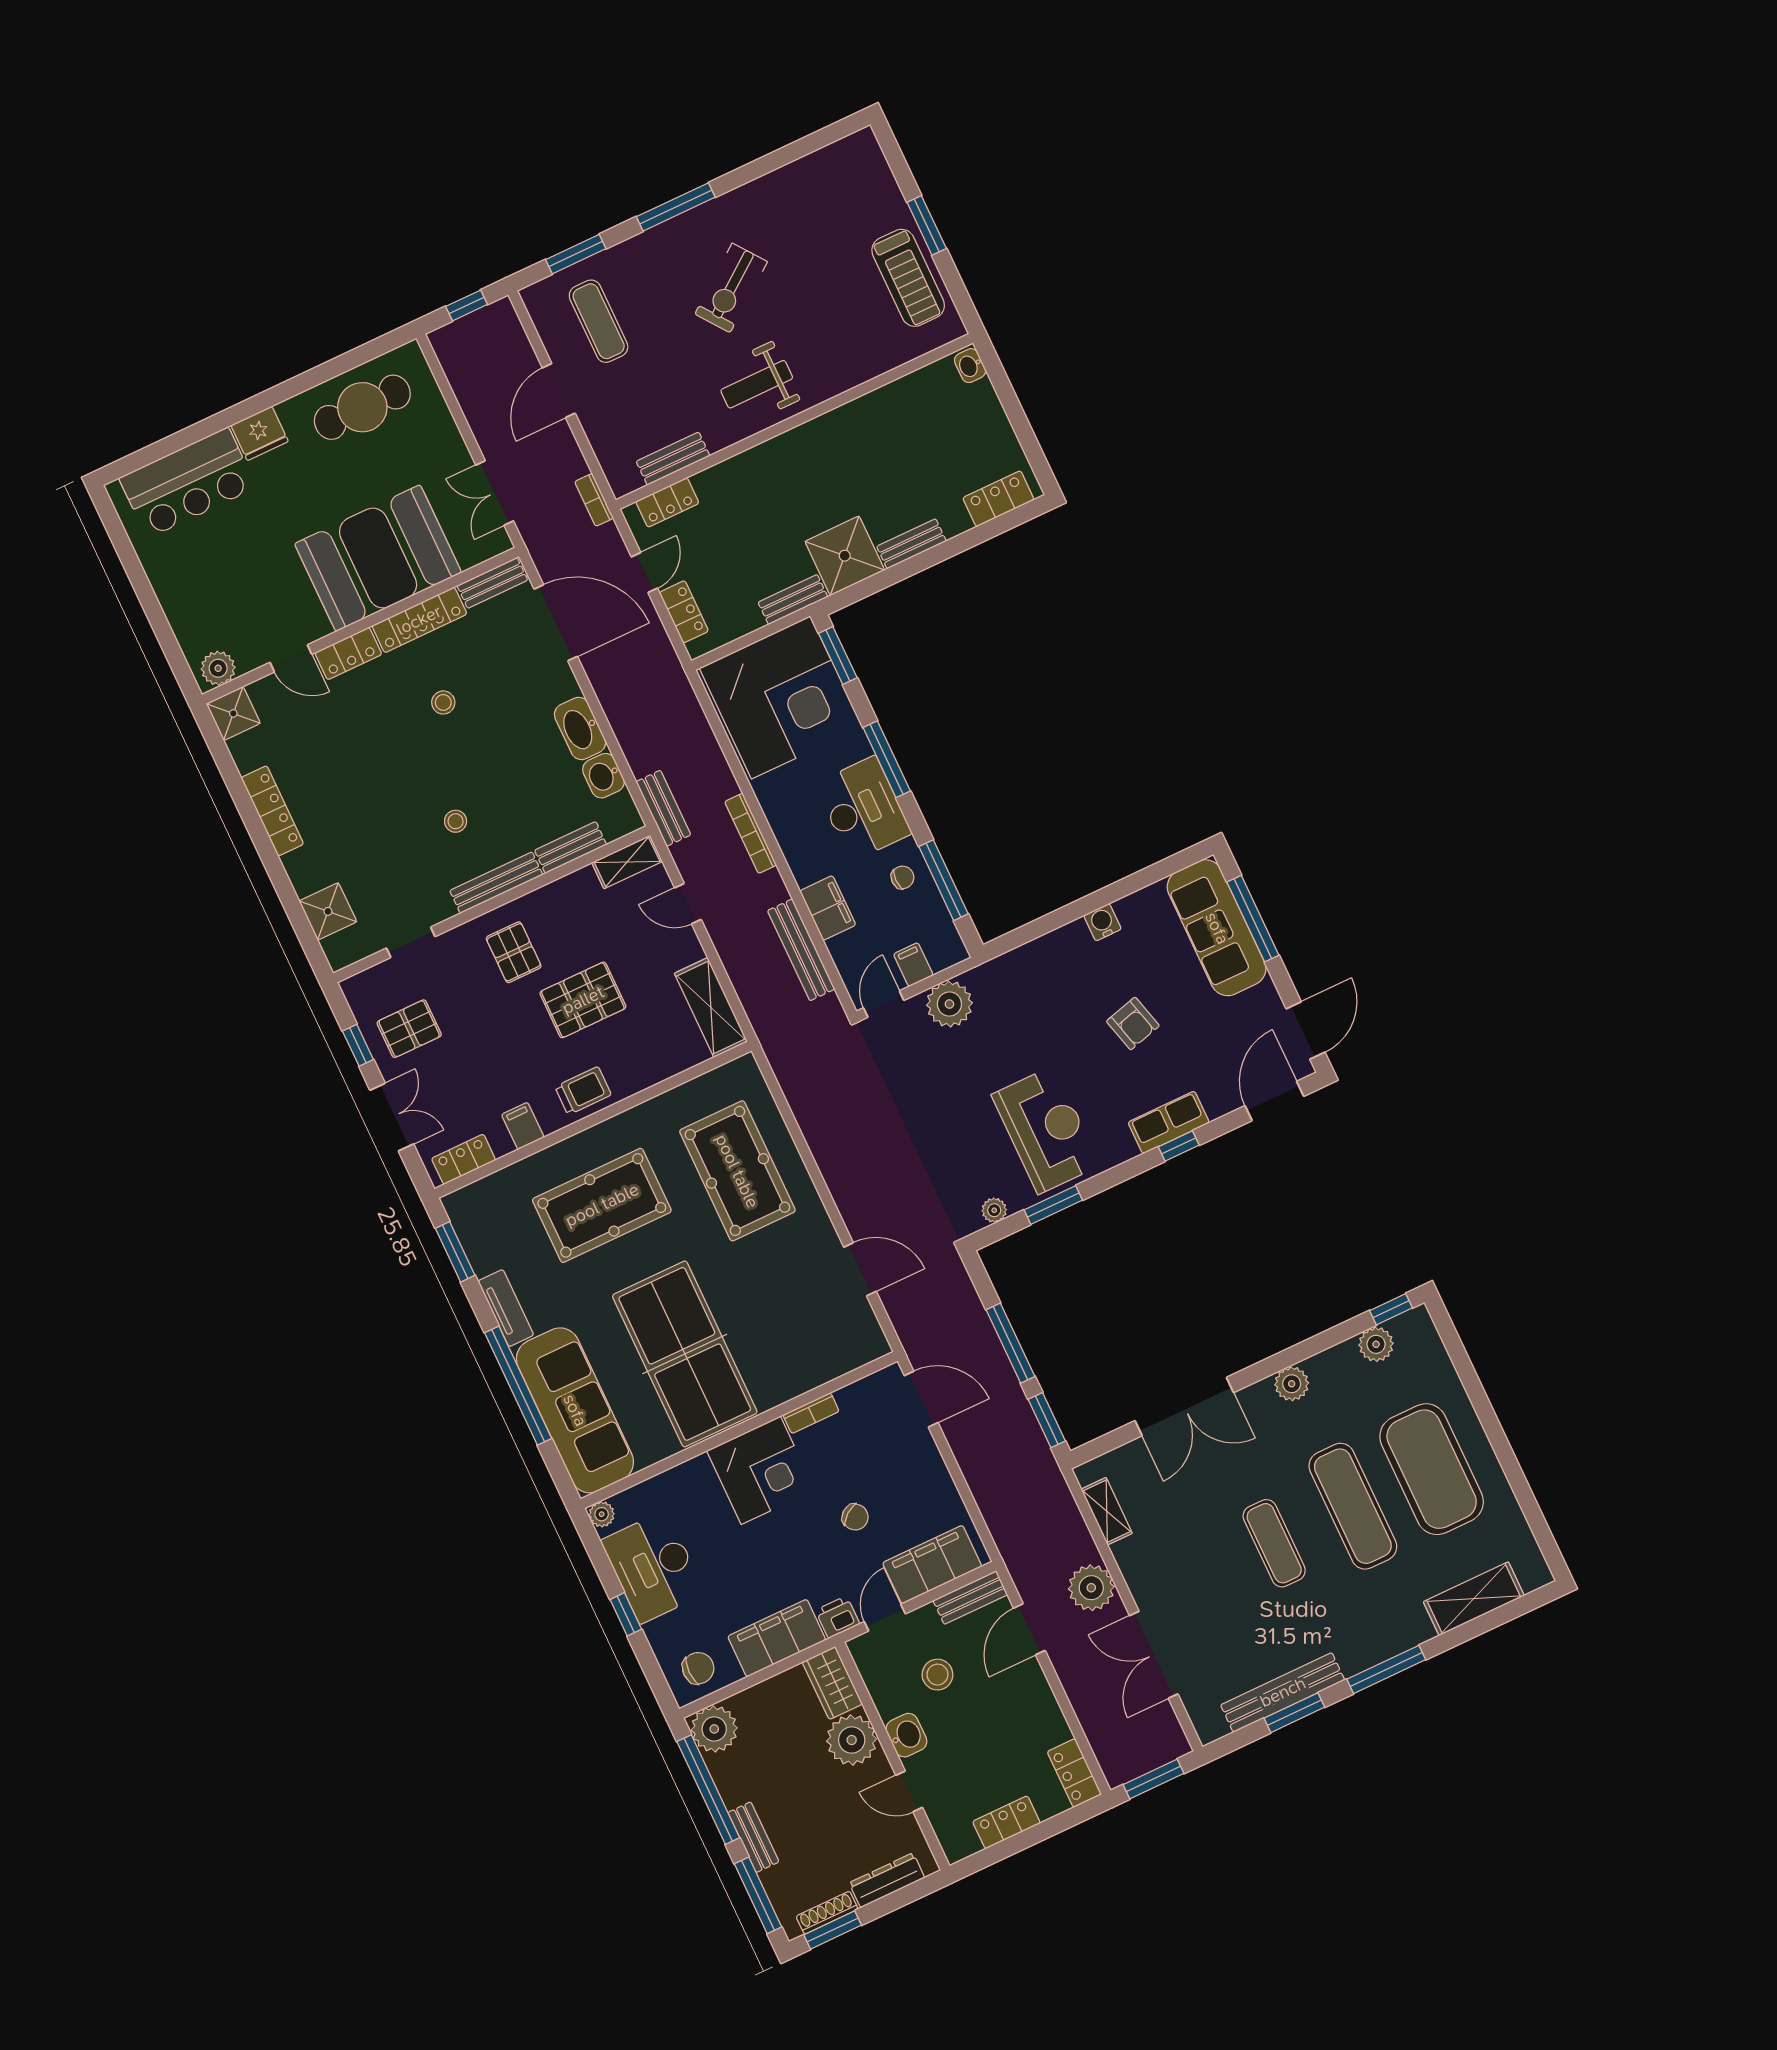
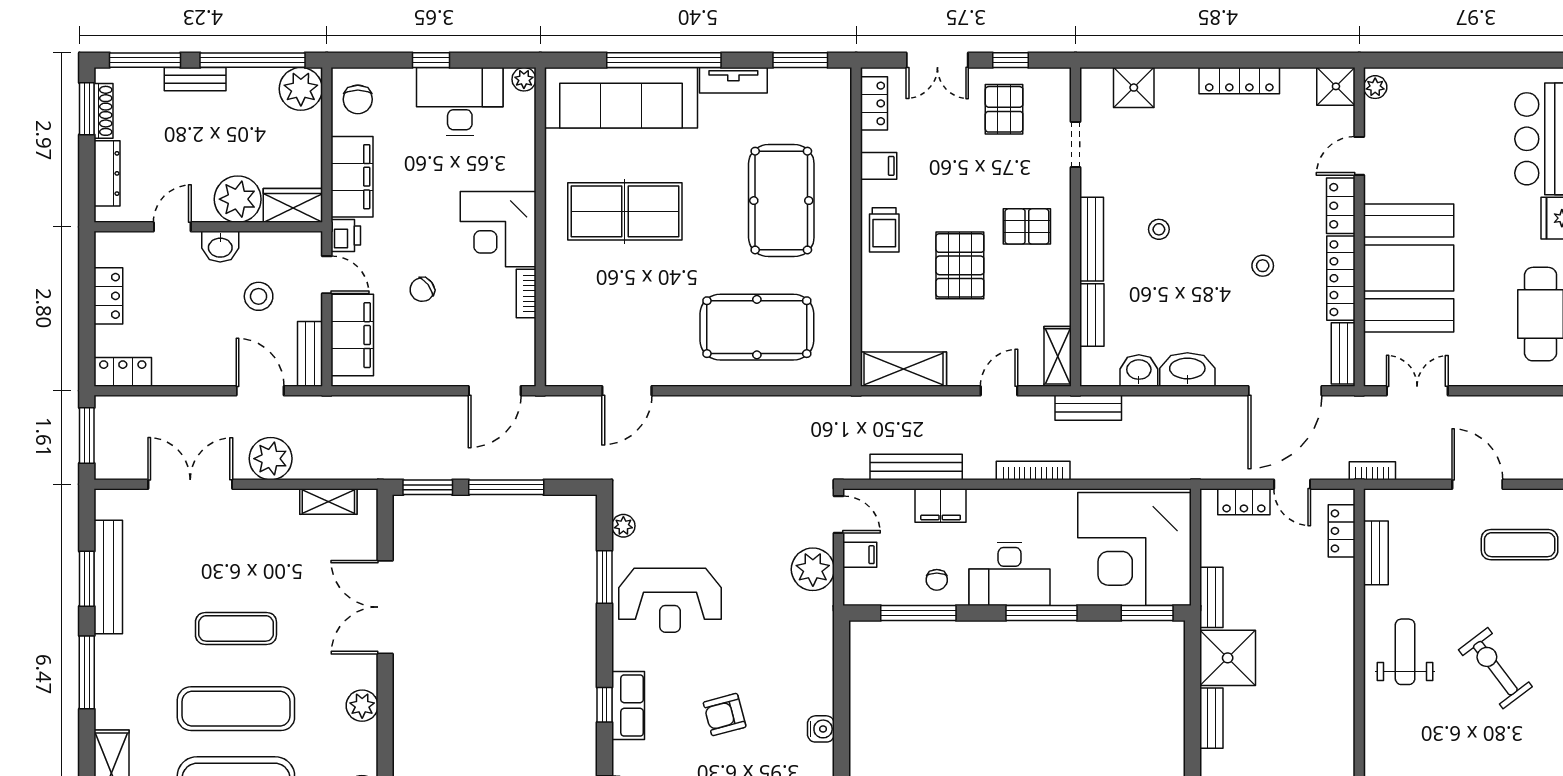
plant: (218, 668) -> (1375, 87), width x0.73, depth x0.73
table tennis table: (685, 1354) -> (625, 211), width x0.73, depth x0.76

